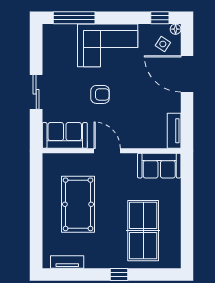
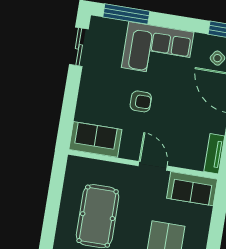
sliding door: (36, 92) -> (79, 47), moved
door: (107, 151) -> (153, 166), moved

